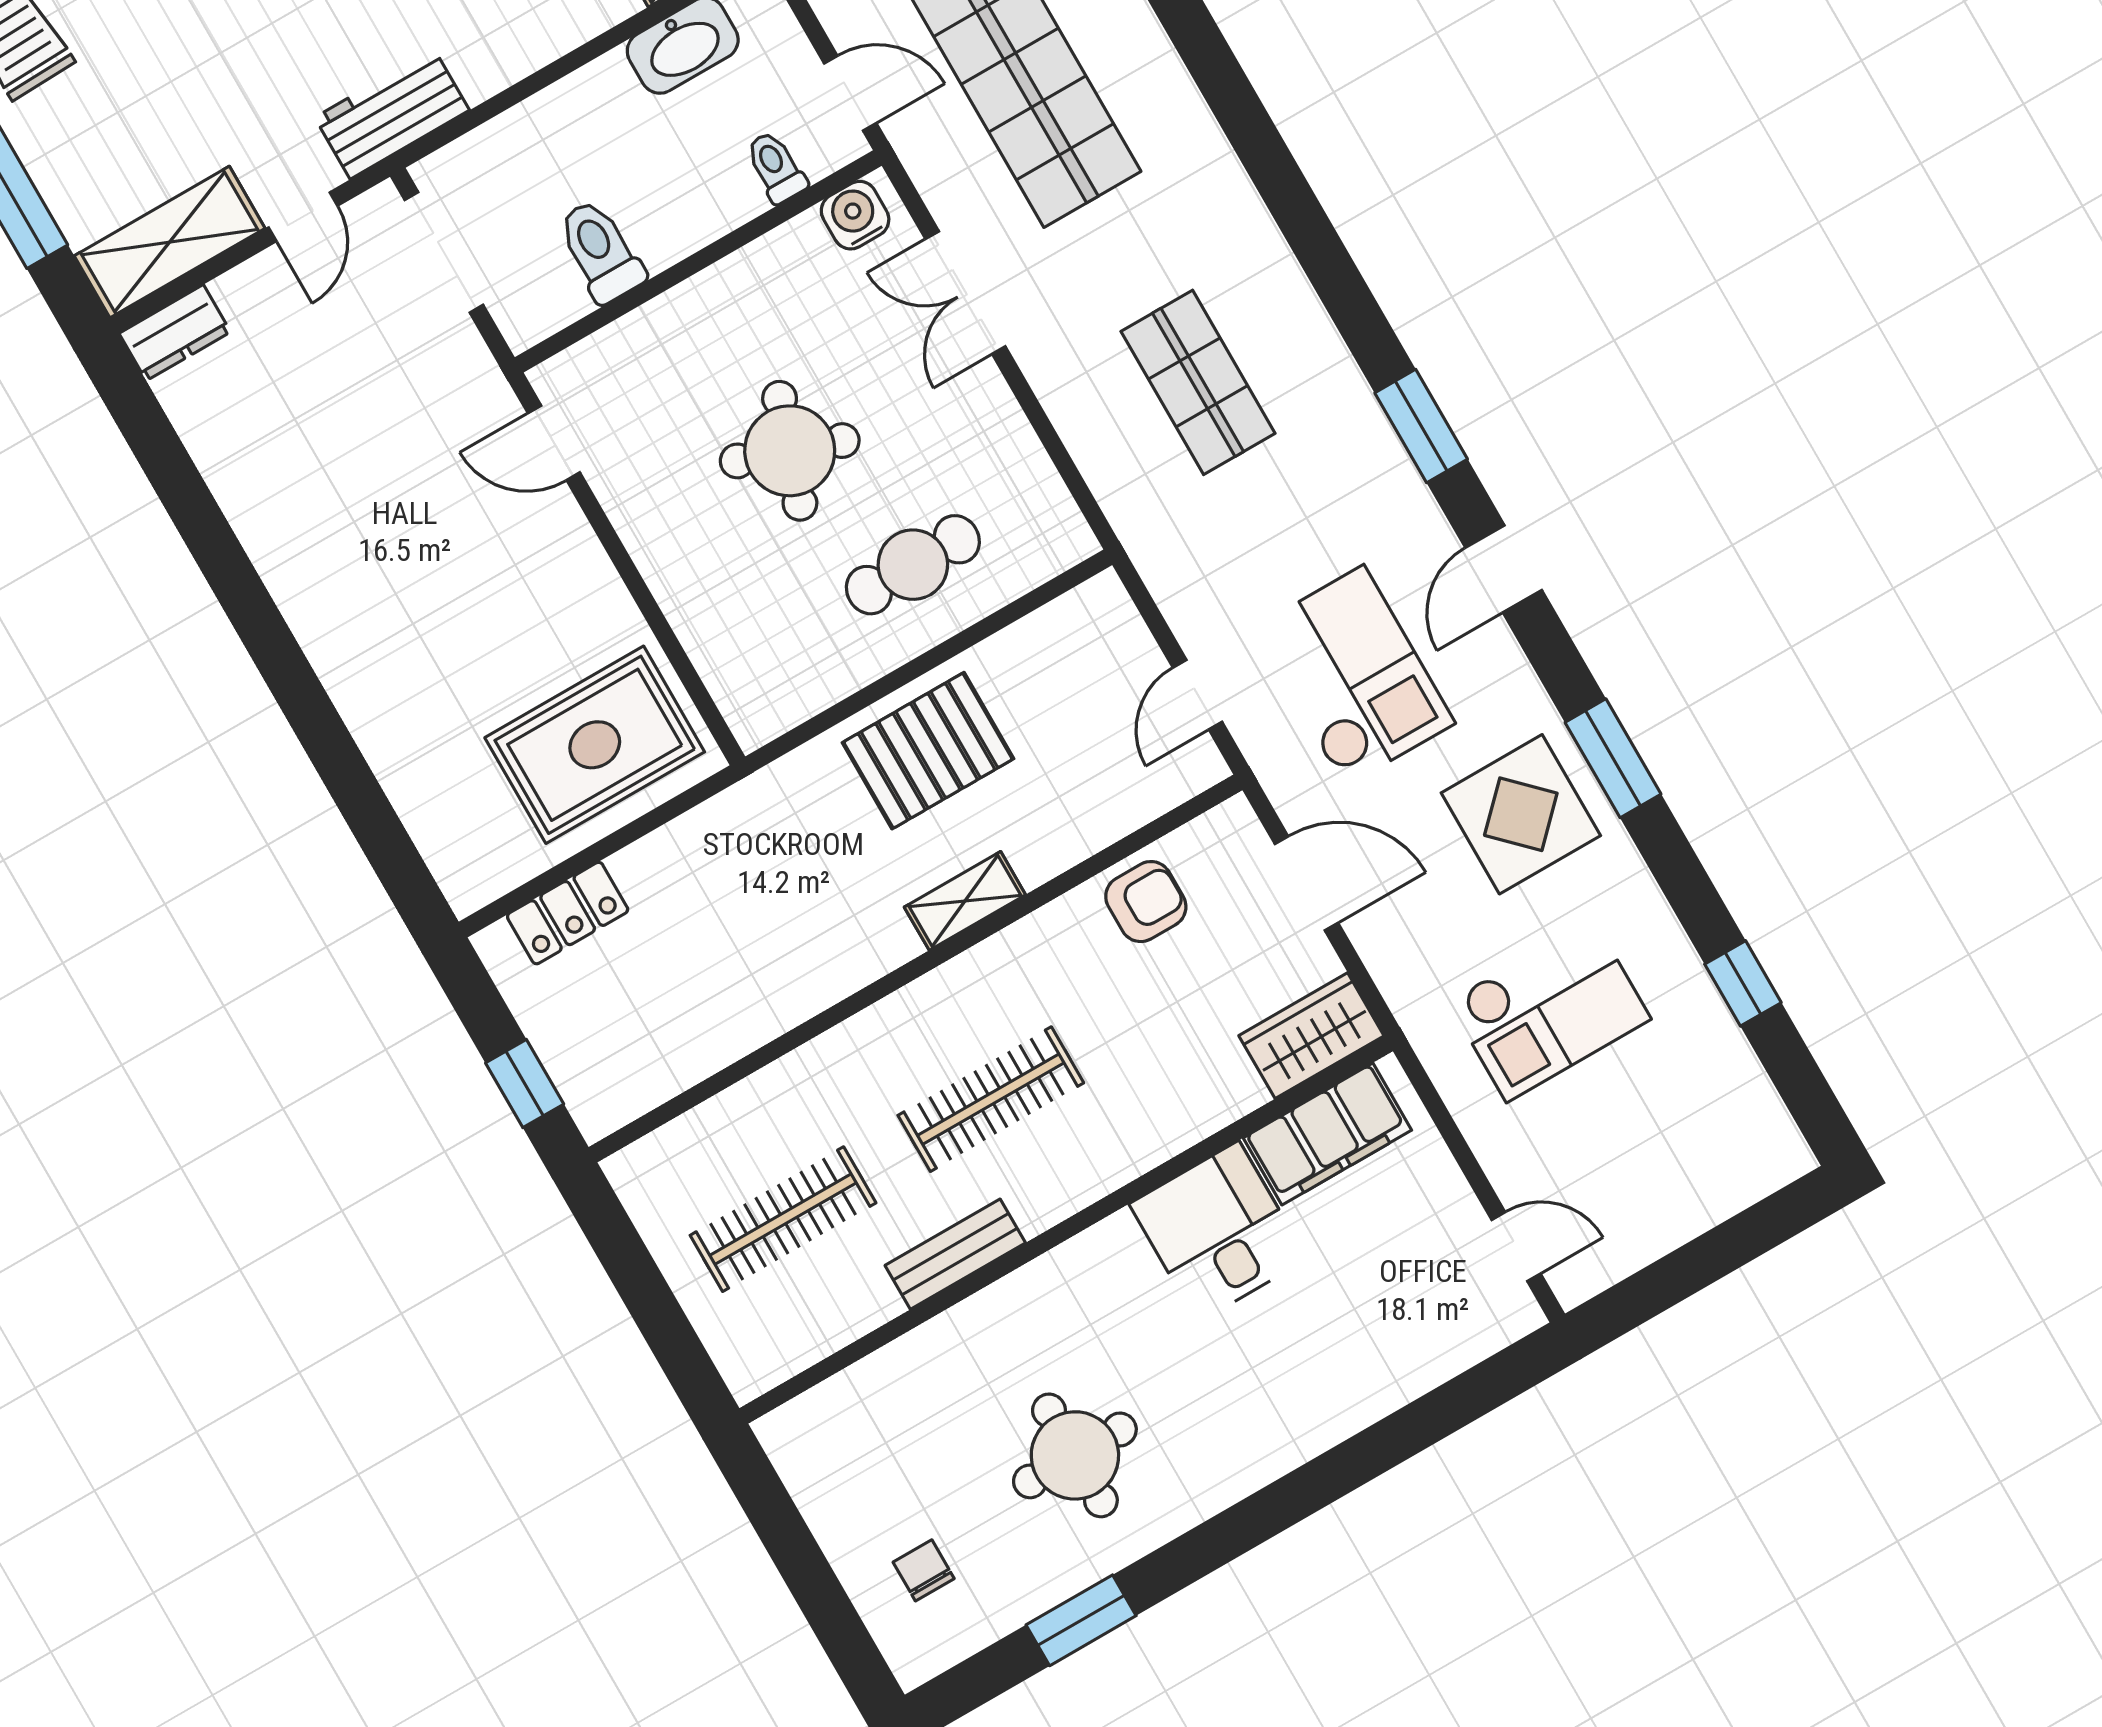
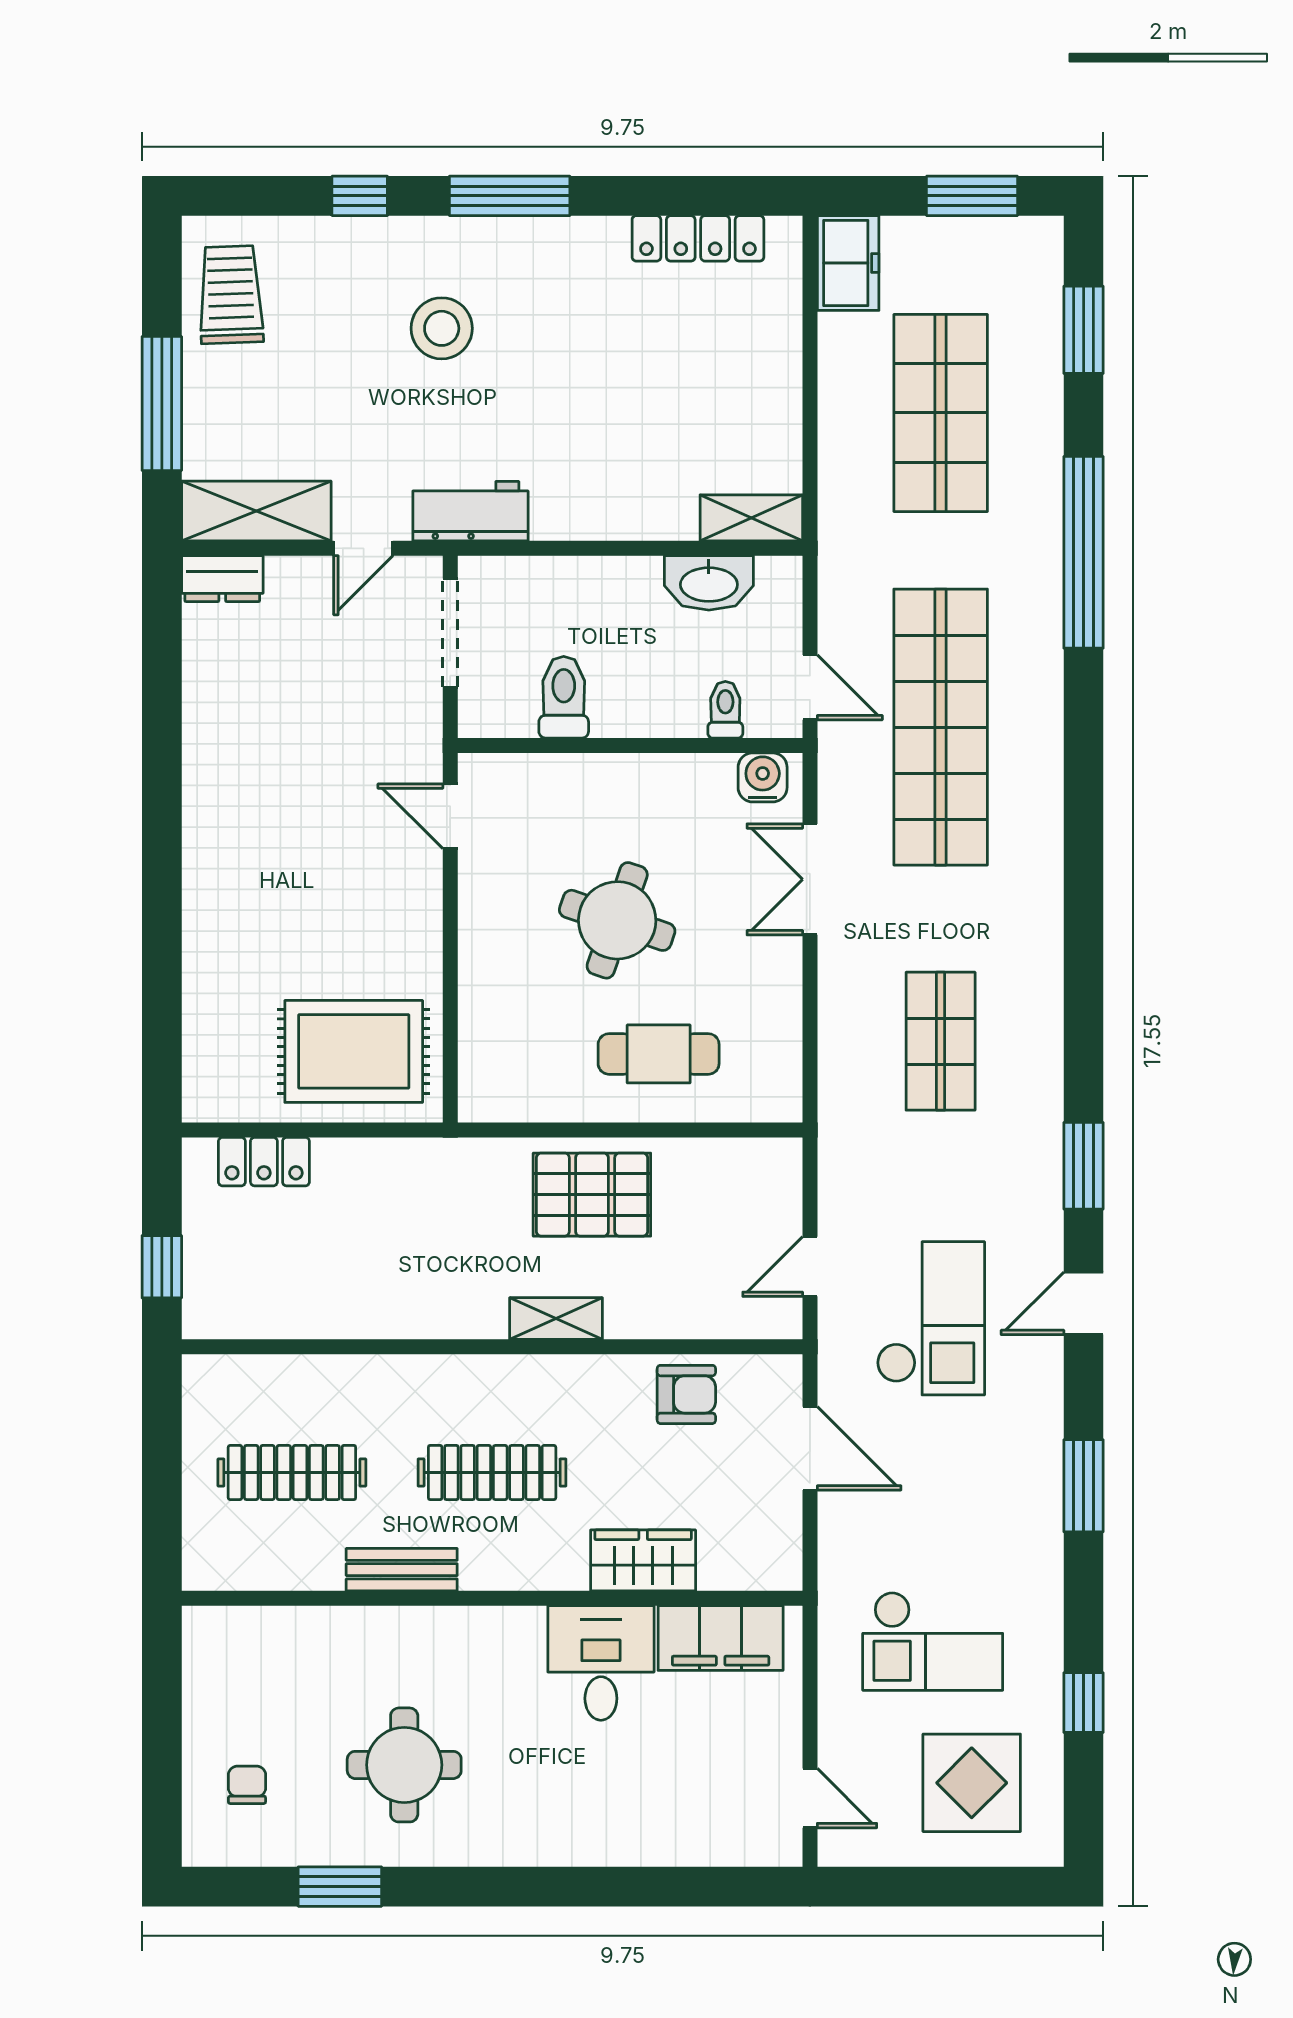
display table: (1521, 814) -> (972, 1783), moved
wardrobe: (1311, 1036) -> (643, 1560), moved

